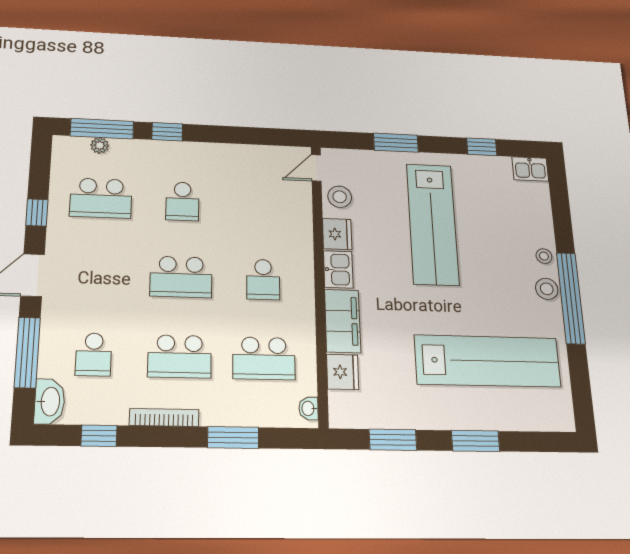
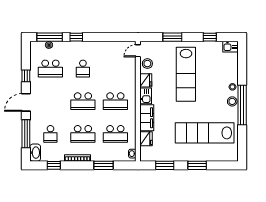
school desk: (263, 279) -> (115, 101), width x1.85
lab bench: (488, 361) -> (205, 133), turned 180

